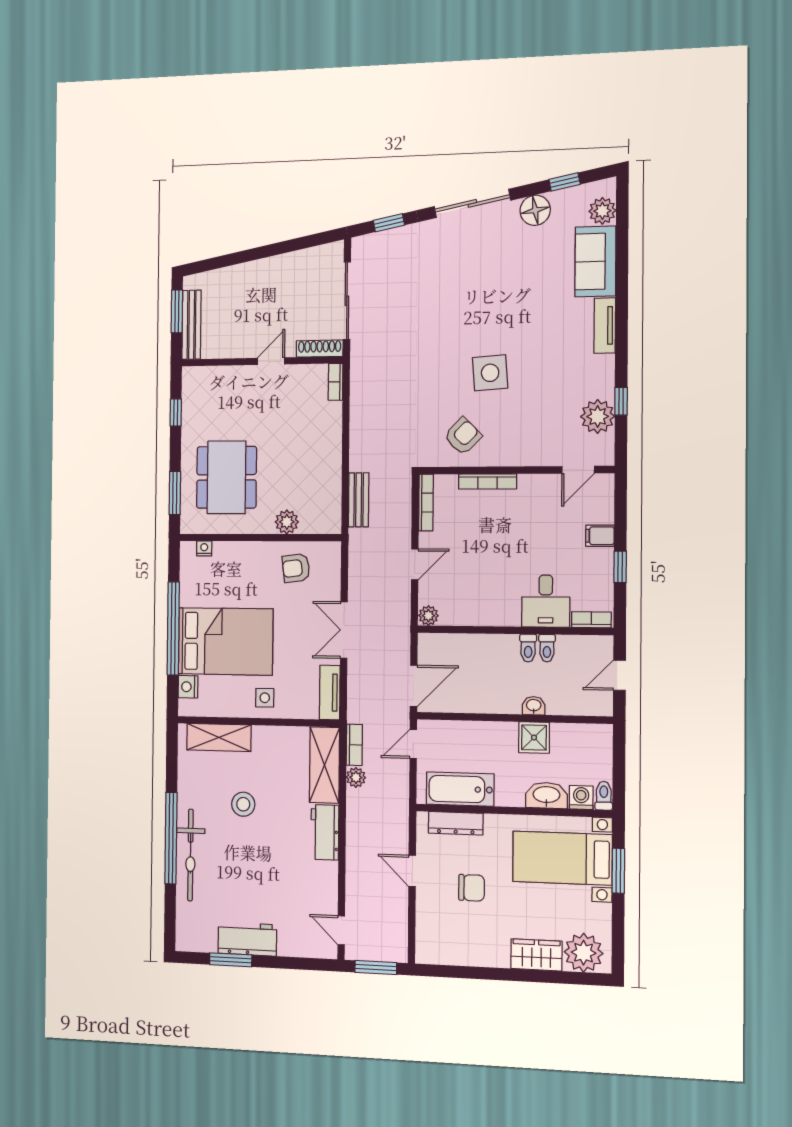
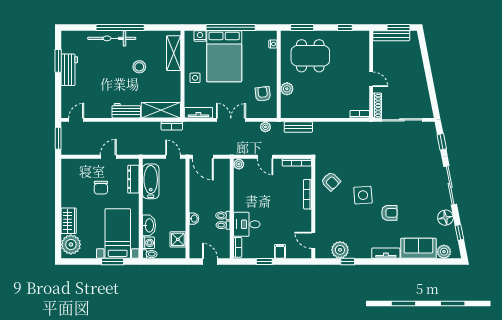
armchair: (525, 320) -> (389, 213), added
shower: (534, 738) -> (178, 239), moved
plant: (356, 777) -> (265, 127), moved

